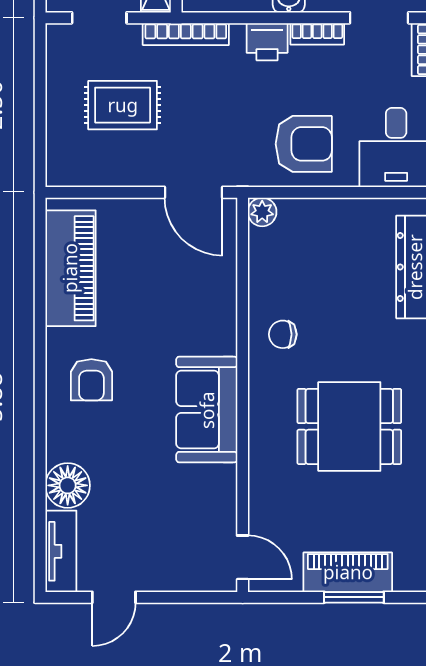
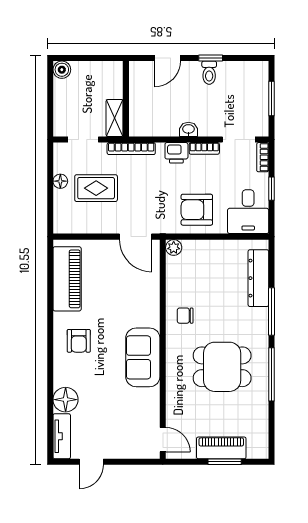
floor lamp: (58, 93) -> (60, 181), added
armchair: (304, 144) -> (197, 210), turned 180

